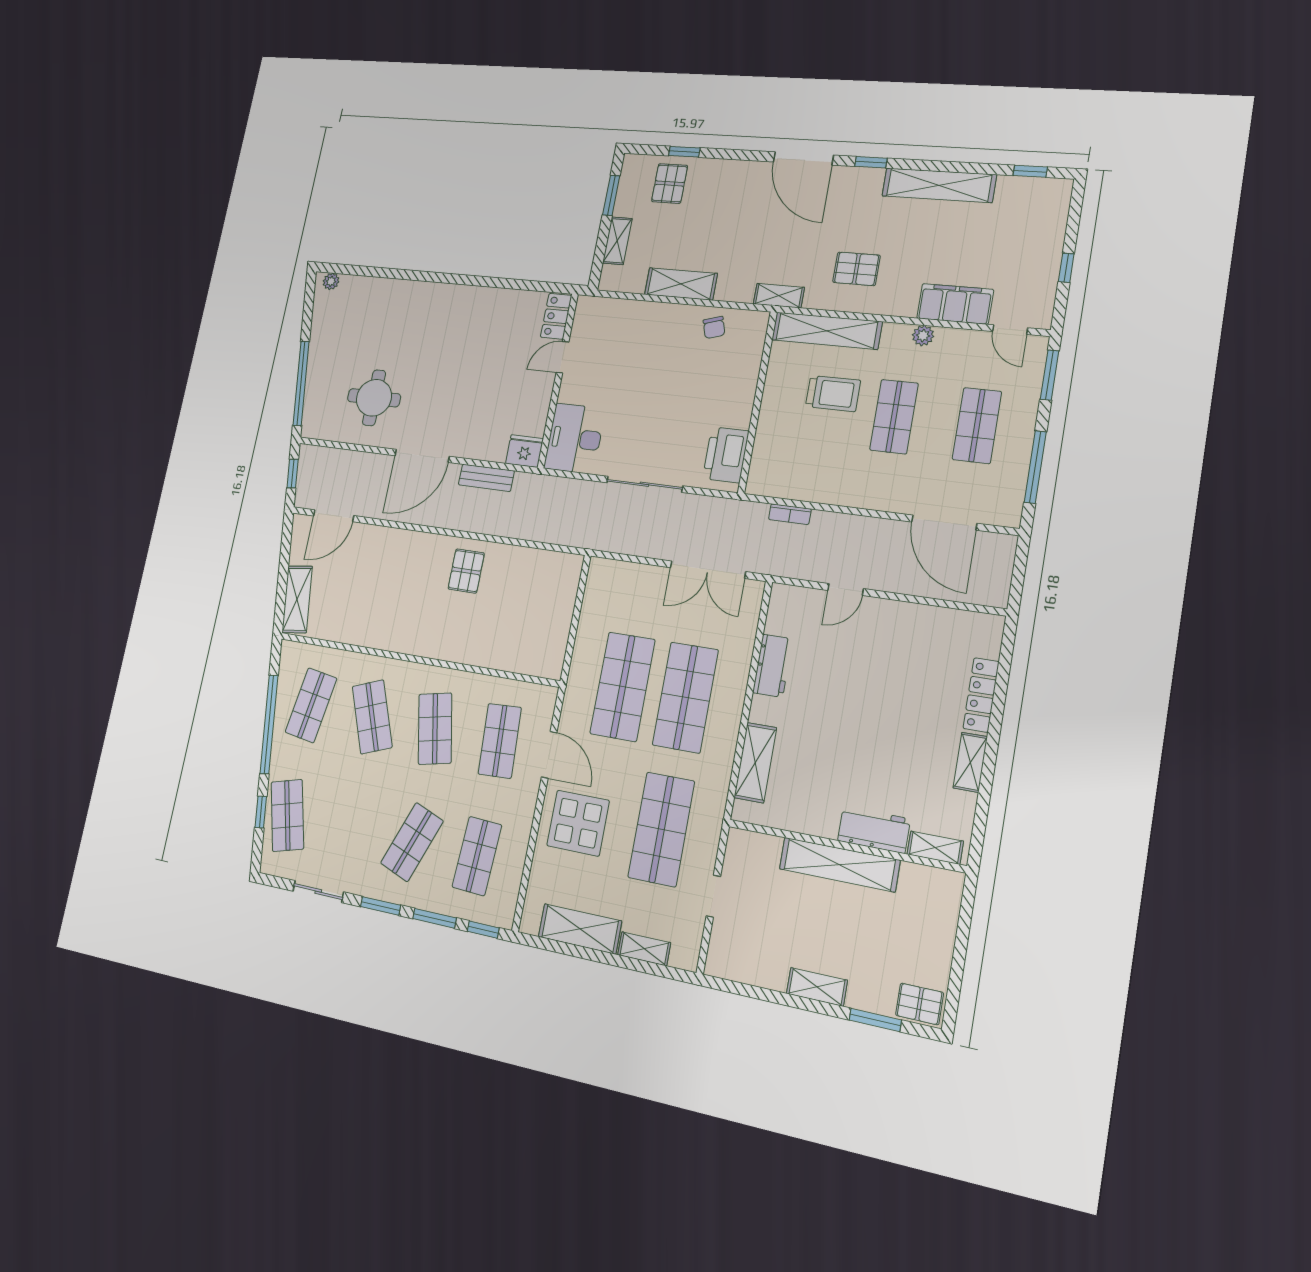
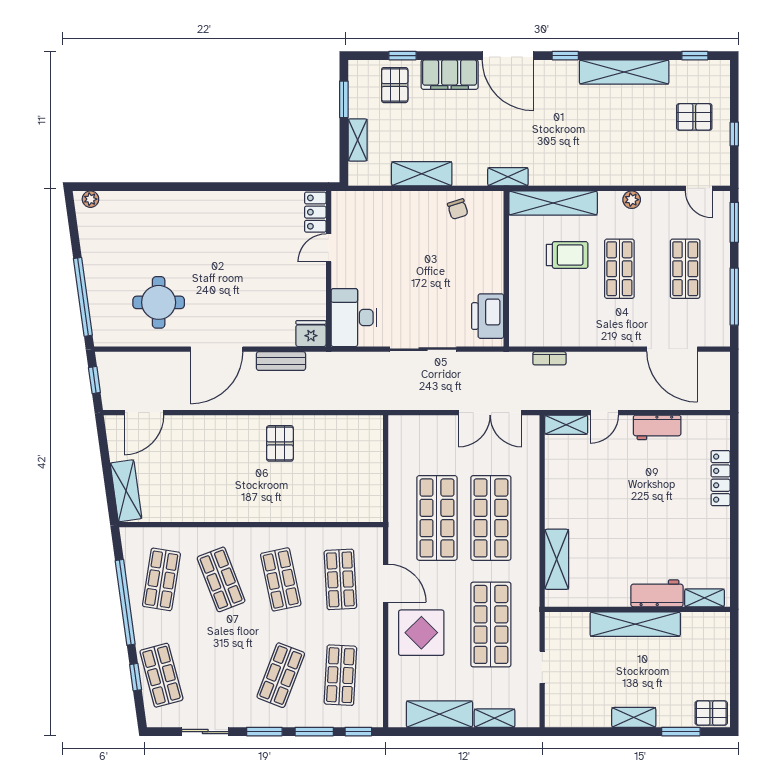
pallet: (856, 269) -> (694, 117), moved
filing cabinet: (955, 304) -> (450, 75), moved, turned 180
workbench: (773, 666) -> (657, 427), moved, turned 90
shelving: (970, 762) -> (566, 425), moved, turned 90

